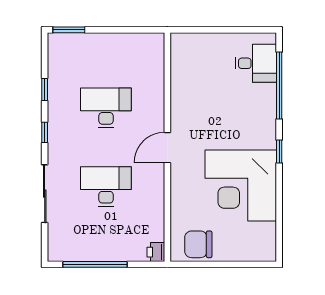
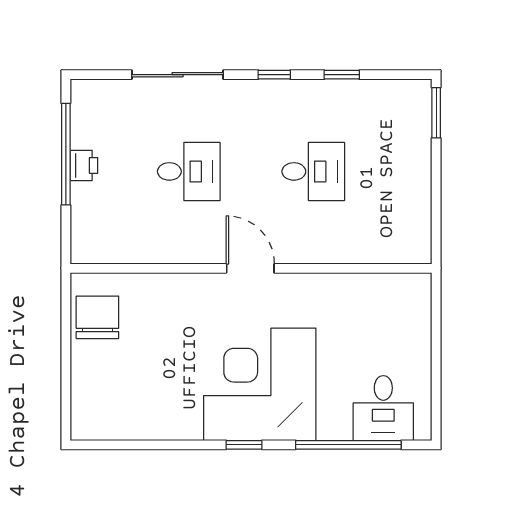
desk: (106, 108) -> (313, 171), width x0.73
desk: (106, 186) -> (189, 171), width x0.73
corner desk: (241, 186) -> (260, 384), moved
printer: (156, 252) -> (84, 165), moved, turned 90

